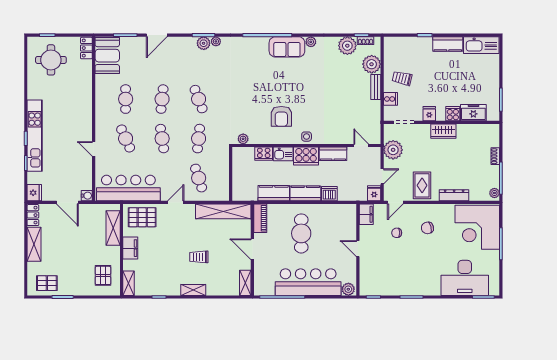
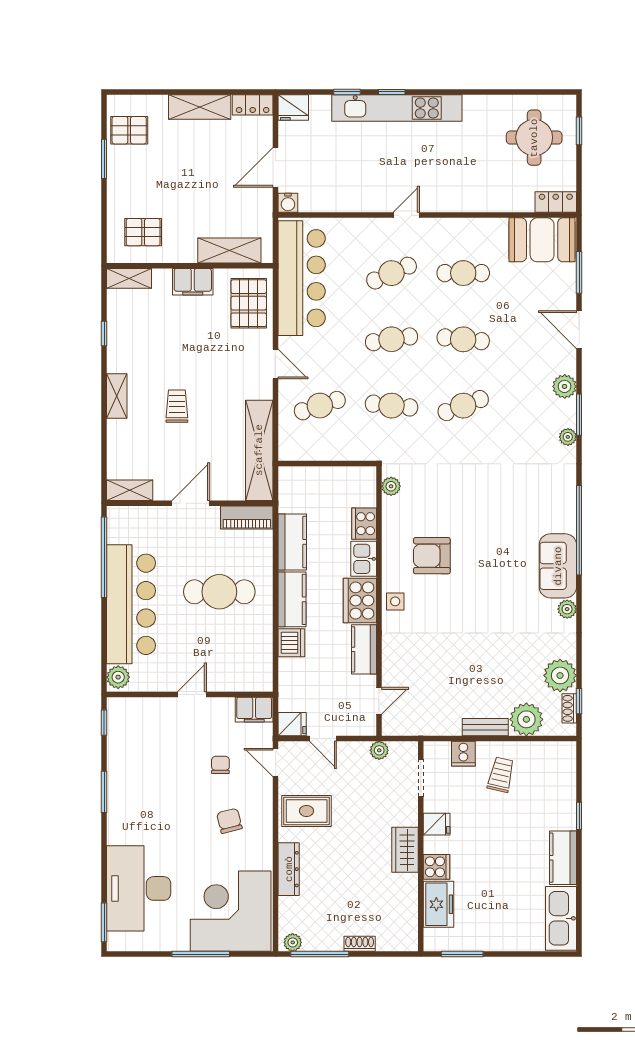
plant: (204, 43) -> (565, 386), moved
door: (94, 149) -> (406, 215), moved
plant: (393, 150) -> (379, 750), width x0.53, depth x0.53
pallet: (47, 283) -> (129, 130), turned 90

